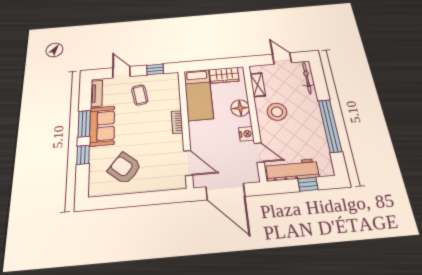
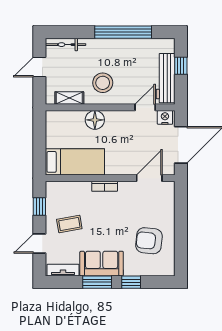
wardrobe: (224, 75) -> (54, 132), removed
nightstand: (246, 134) -> (165, 117), moved
armchair: (125, 168) -> (149, 241), turned 57

